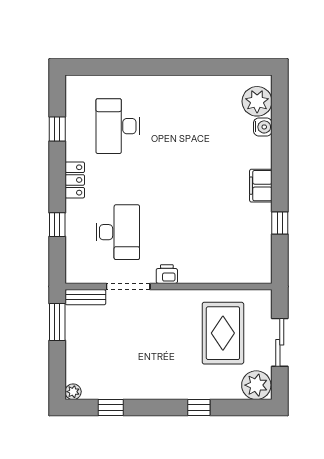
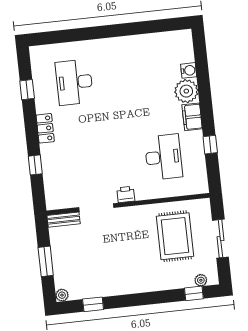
plant: (257, 101) -> (186, 91), moved
desk: (118, 232) -> (163, 157), moved
window: (57, 322) -> (46, 261), moved
plant: (256, 385) -> (201, 280), width x0.53, depth x0.53
window: (199, 408) -> (194, 293), moved

